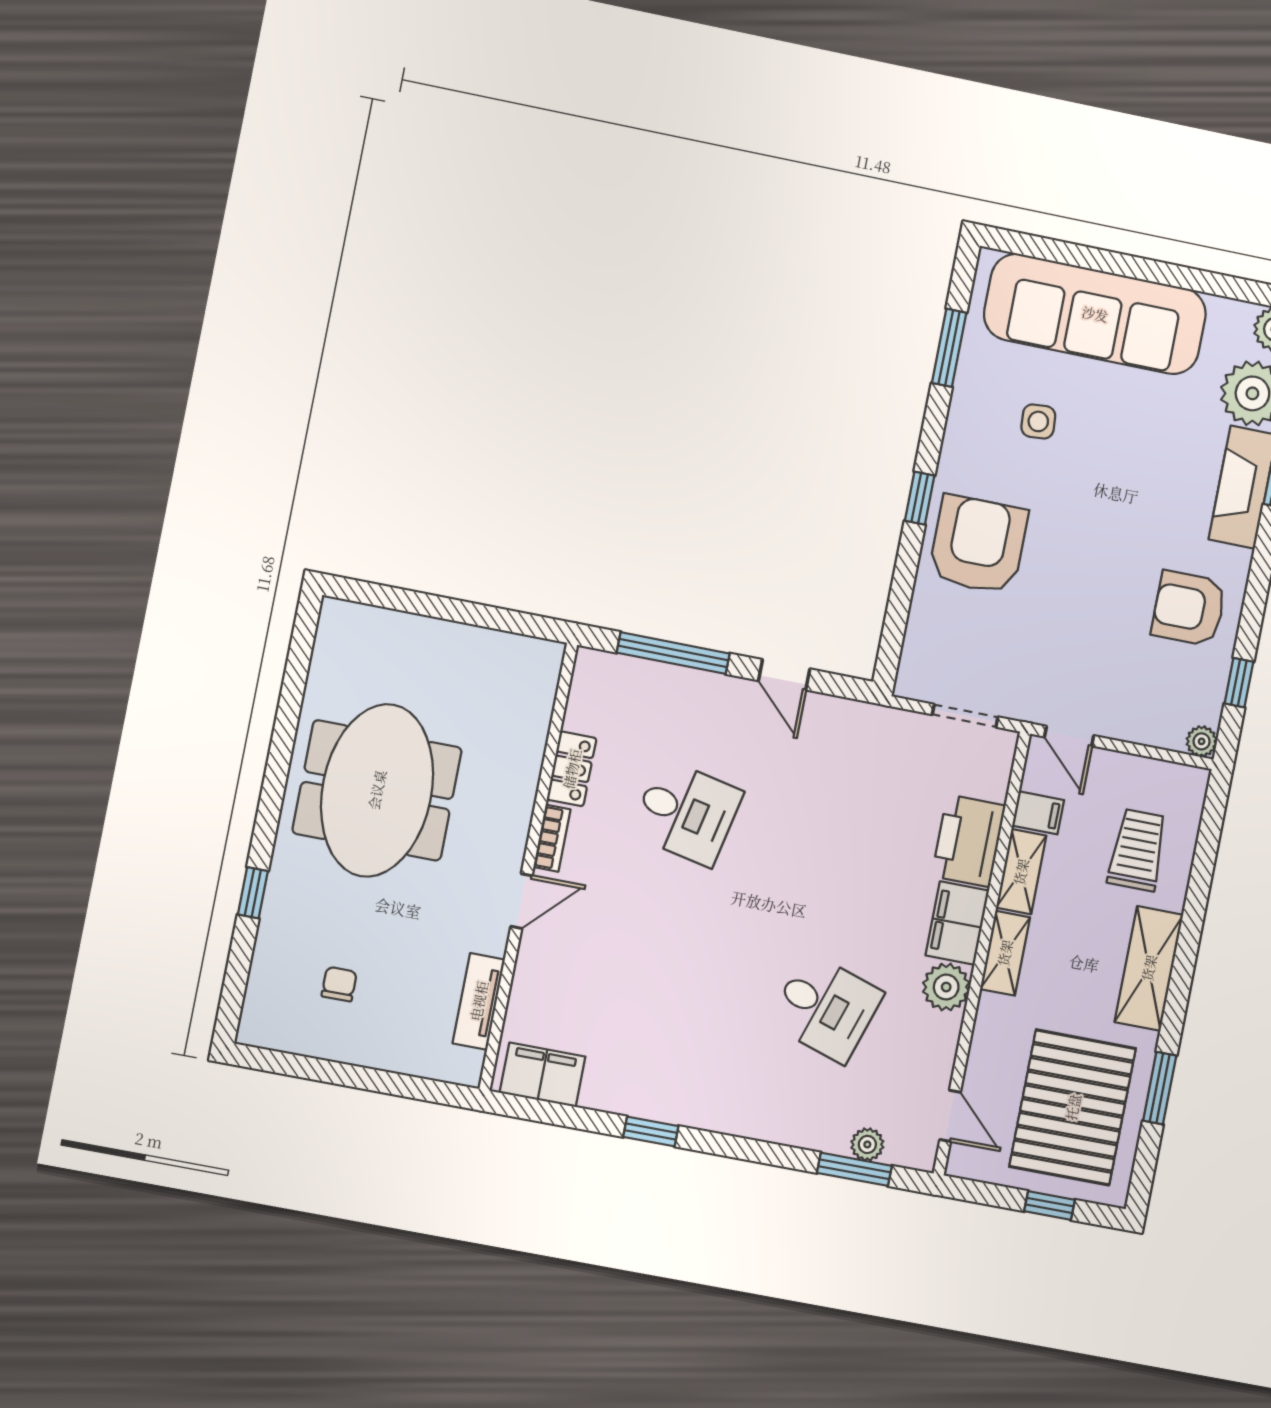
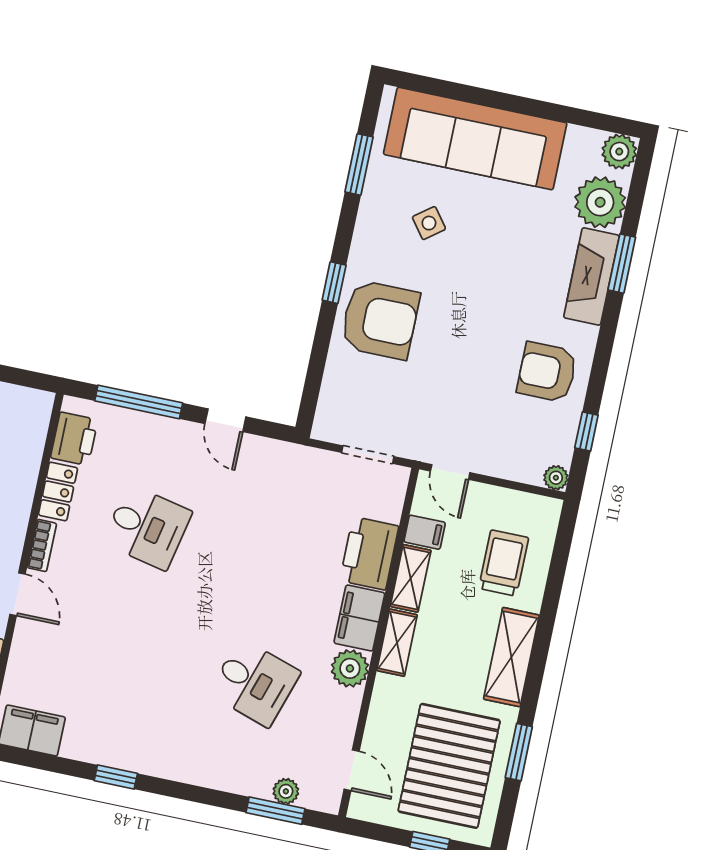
side table: (1038, 421) -> (429, 223), turned -33
armchair: (978, 545) -> (380, 320), turned 90
printer: (591, 701) -> (74, 439), added
door: (521, 901) -> (18, 594), hinge flipped

